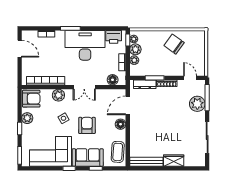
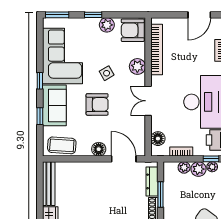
armchair: (31, 99) -> (133, 30), turned 90

